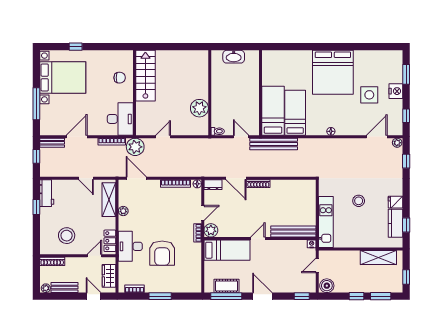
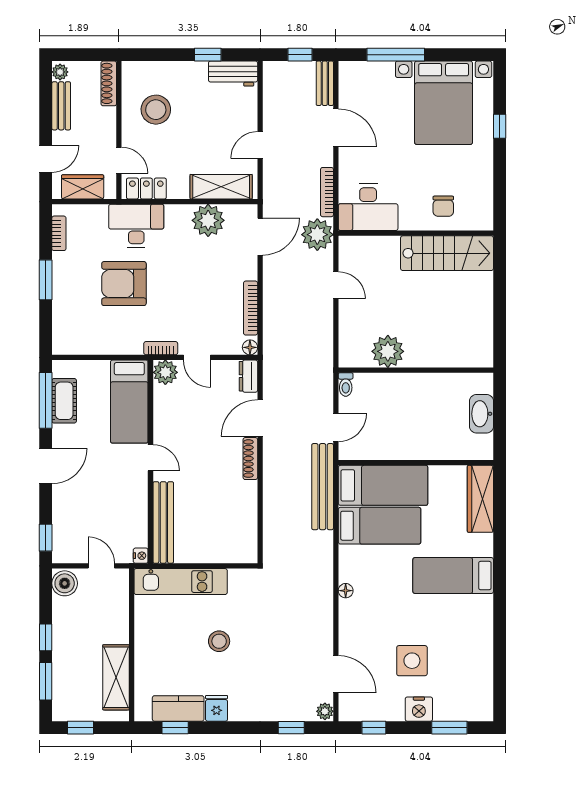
wardrobe: (280, 57) -> (480, 499), added
bed: (333, 72) -> (453, 576), width x0.49
plant: (123, 211) -> (208, 220), width x1.88, depth x1.88

